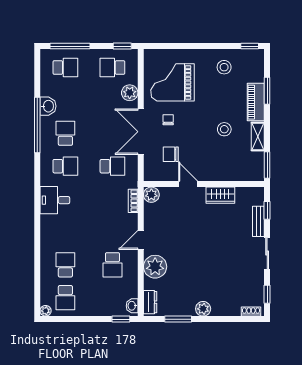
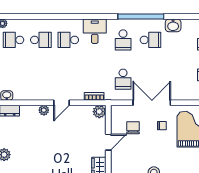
plant: (130, 93) -> (184, 94), removed
window: (37, 125) -> (141, 16), moved
door: (141, 240) -> (62, 103), swing flipped
school desk: (112, 265) -> (68, 40), moved
plant: (155, 267) -> (44, 110), width x0.53, depth x0.53

